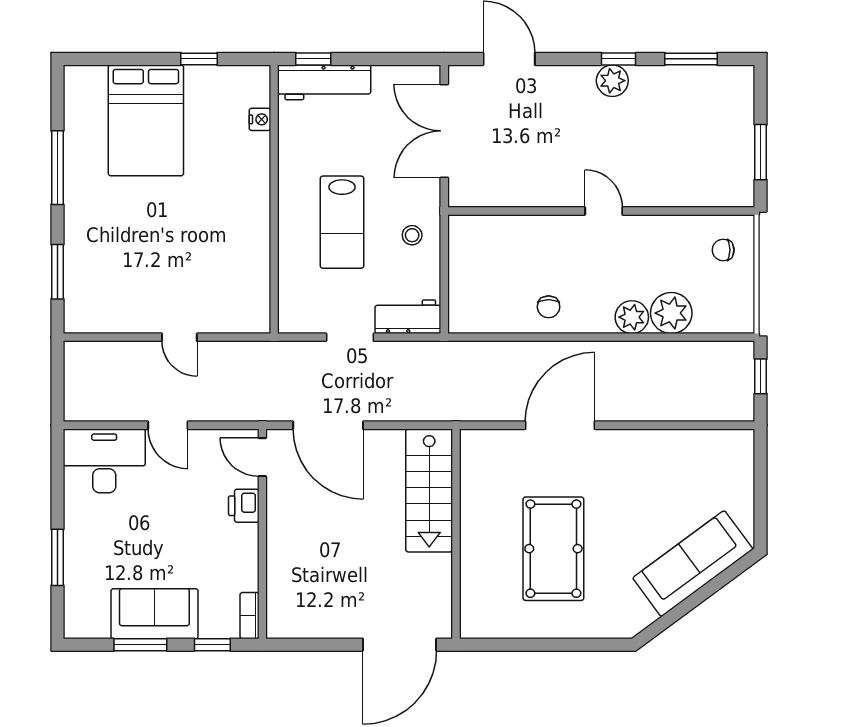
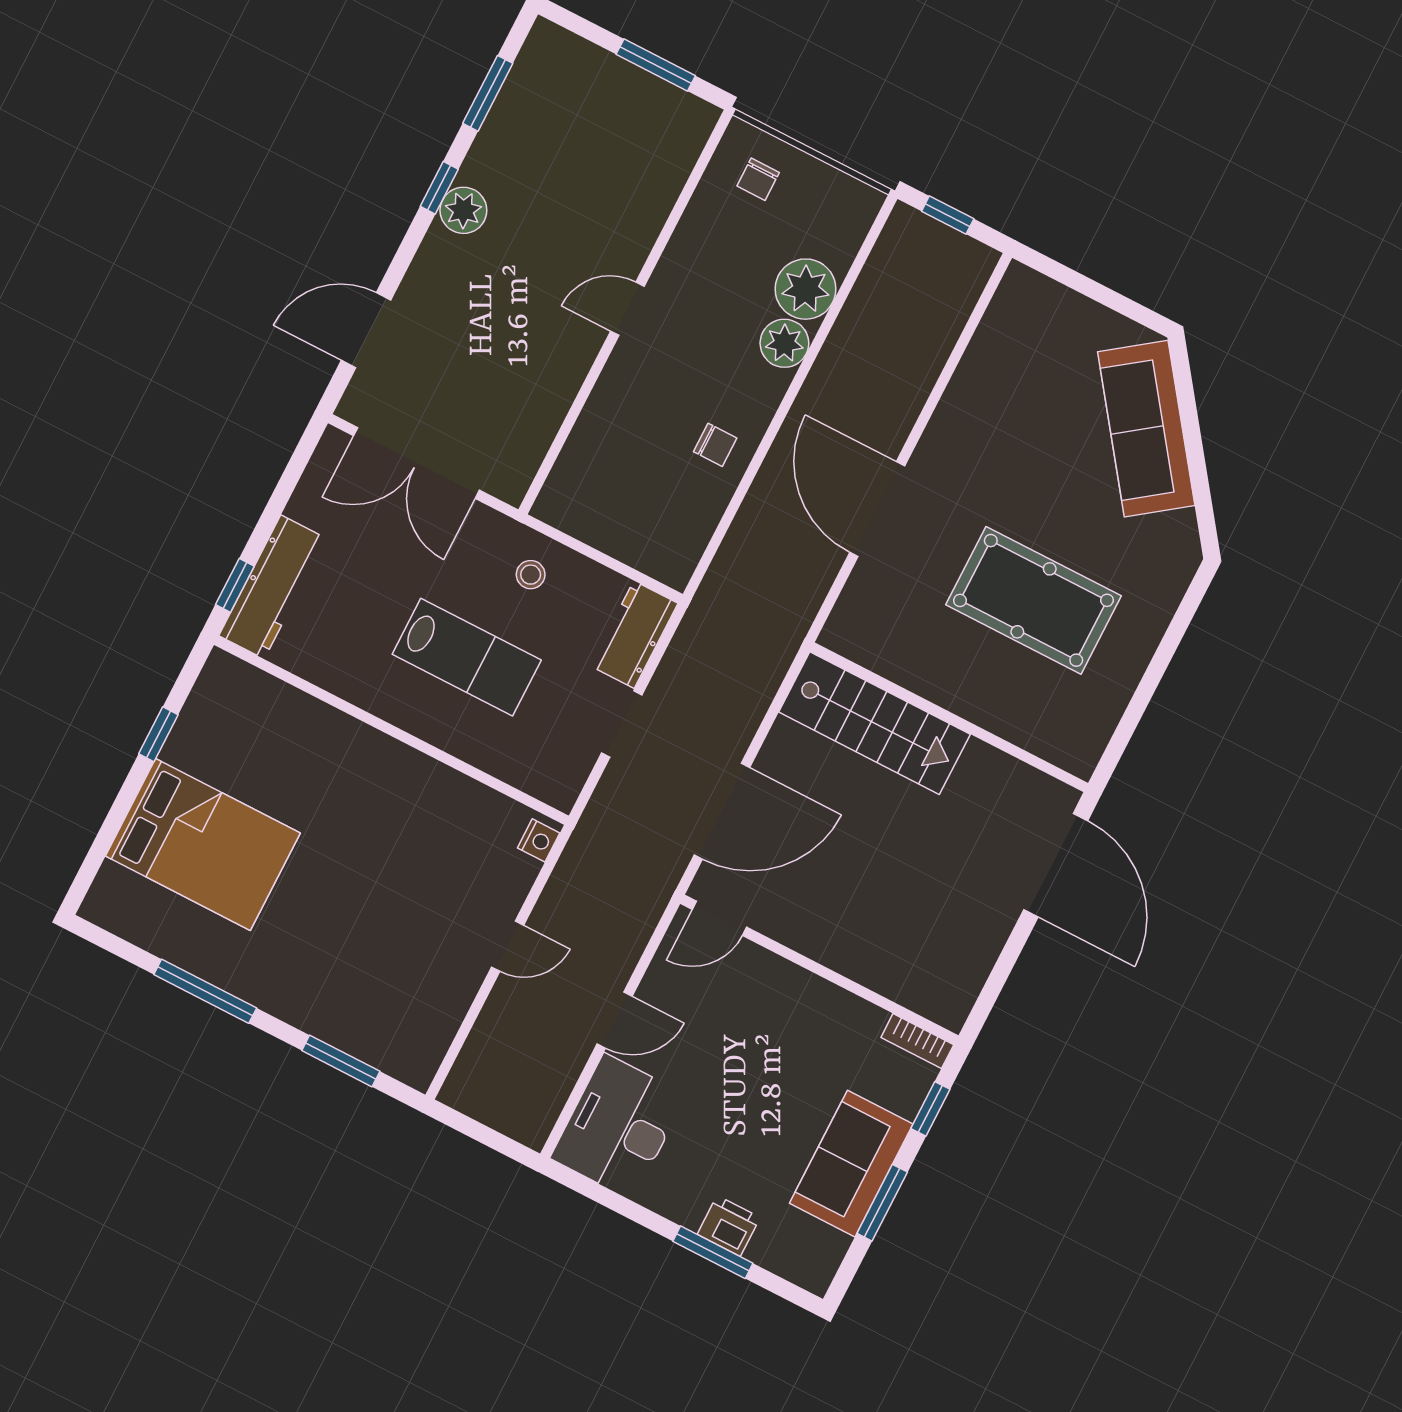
nightstand: (260, 119) -> (539, 840), moved, turned 90
printer: (244, 506) -> (729, 1226), moved, turned 180

